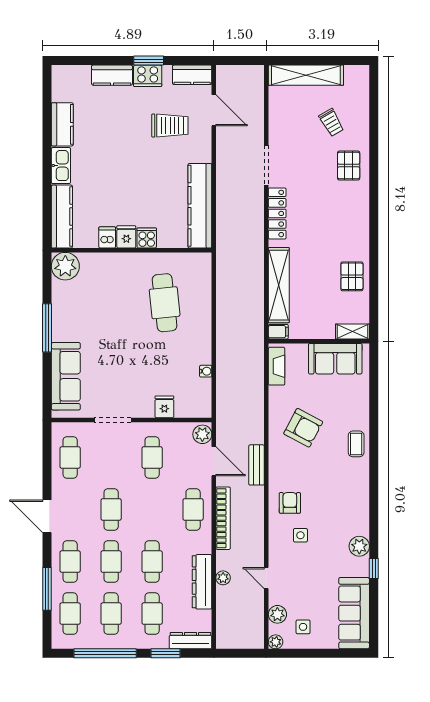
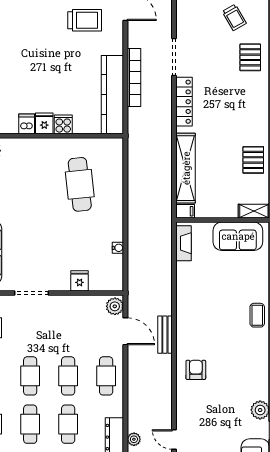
armchair: (303, 428) -> (208, 300), removed
cafe table: (152, 457) -> (68, 376), moved
bookcase: (223, 518) -> (134, 77), moved
side table: (300, 535) -> (206, 400), removed

